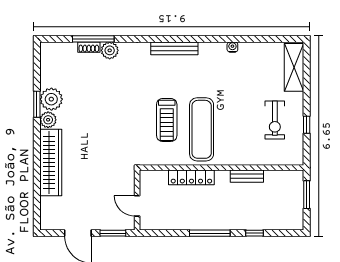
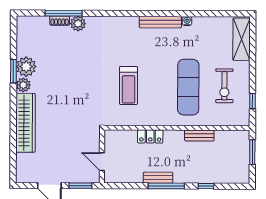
bench: (174, 48) -> (160, 22), moved
window: (307, 125) -> (252, 101), moved
exercise mat: (202, 129) -> (188, 87), moved
locker: (191, 177) -> (150, 136), width x0.66
bench: (200, 224) -> (158, 178), added

